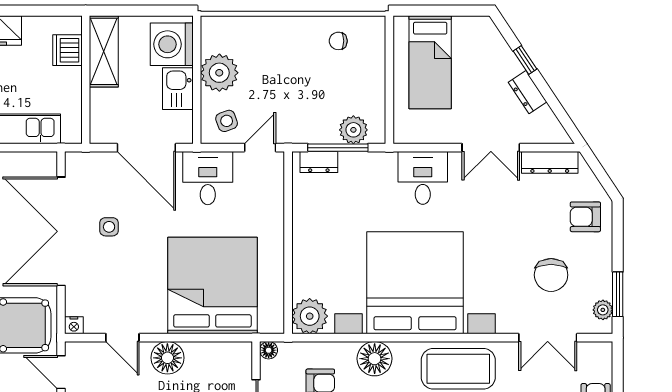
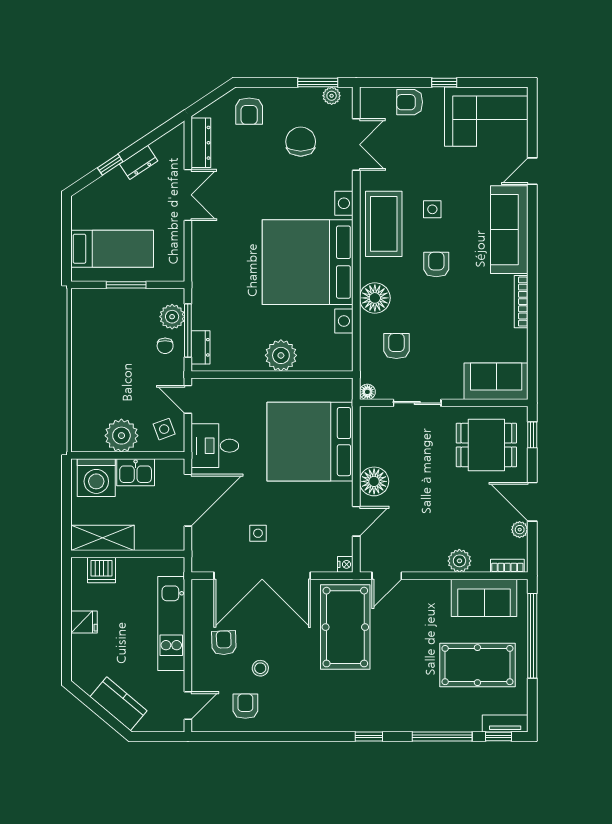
chair: (338, 41) -> (165, 346), moved
window: (389, 78) -> (126, 285), added
desk: (423, 178) -> (215, 255), removed
chair: (551, 275) -> (301, 142), turned -90
plant: (310, 316) -> (281, 355), moved

